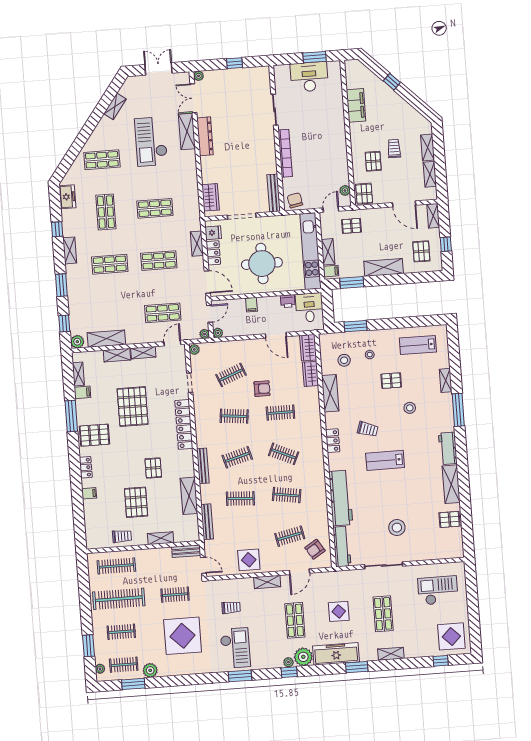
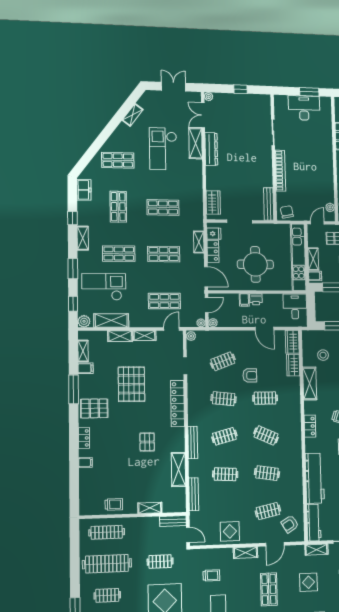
printer: (288, 301) -> (256, 299), moved
checkout: (96, 302) -> (104, 287), added
pallet: (136, 502) -> (129, 473), removed
shelving: (346, 576) -> (316, 550), added

